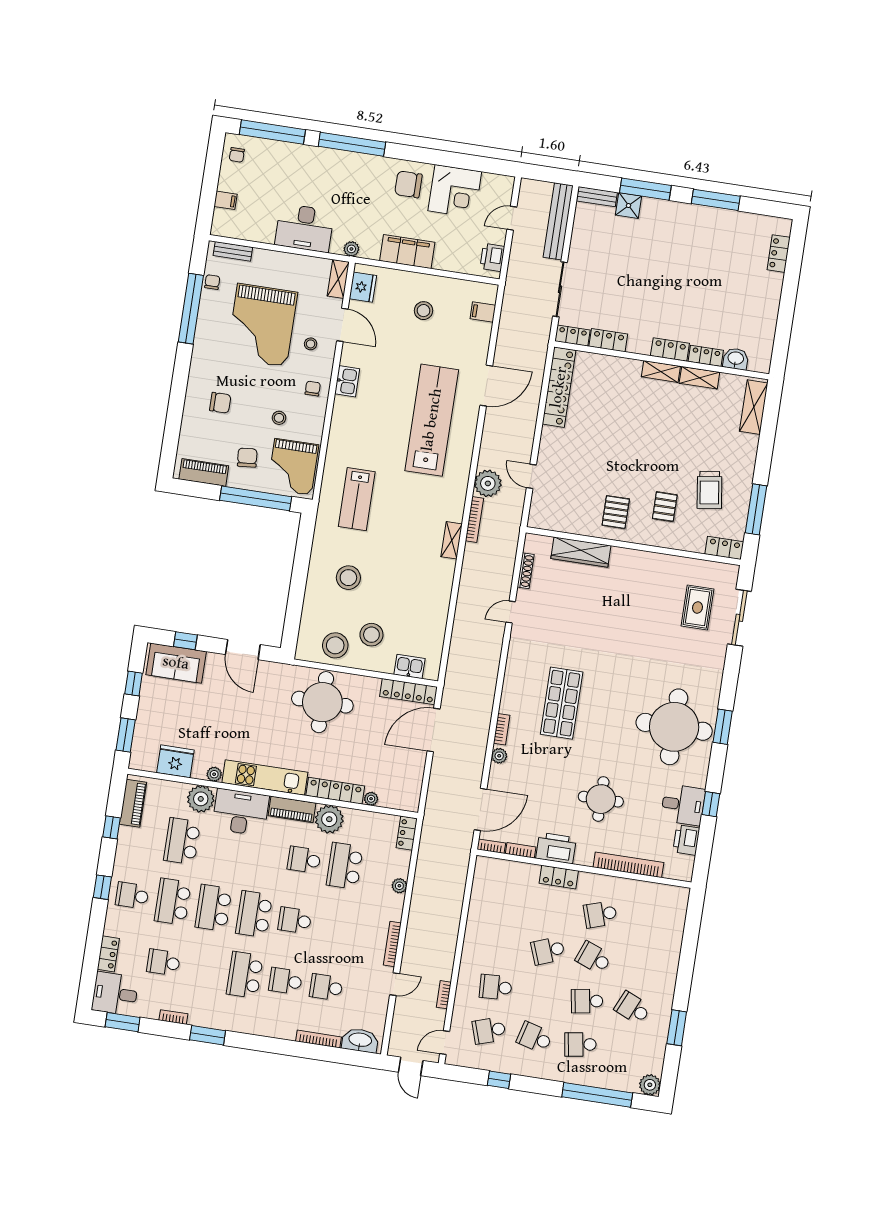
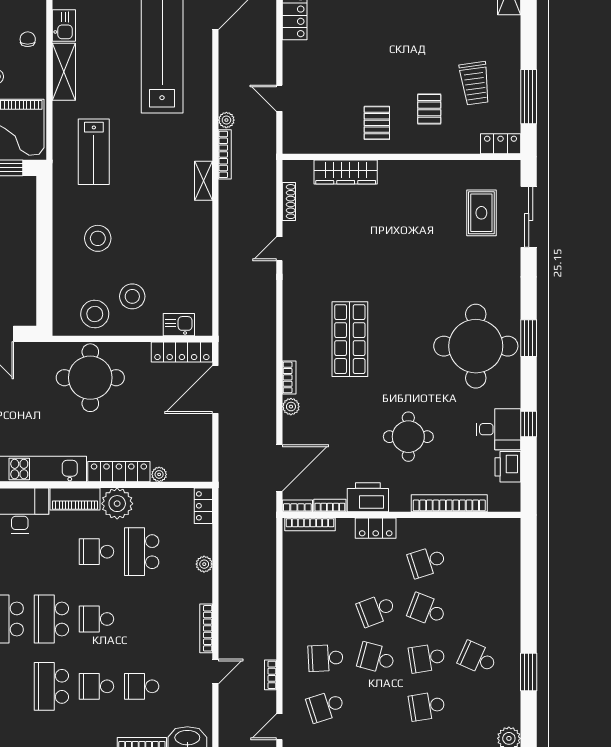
shelving: (341, 423) -> (64, 72), added
plant: (488, 483) -> (226, 120), width x0.53, depth x0.53
bookcase: (500, 865) -> (310, 524), added
school desk: (535, 1038) -> (376, 658), moved

